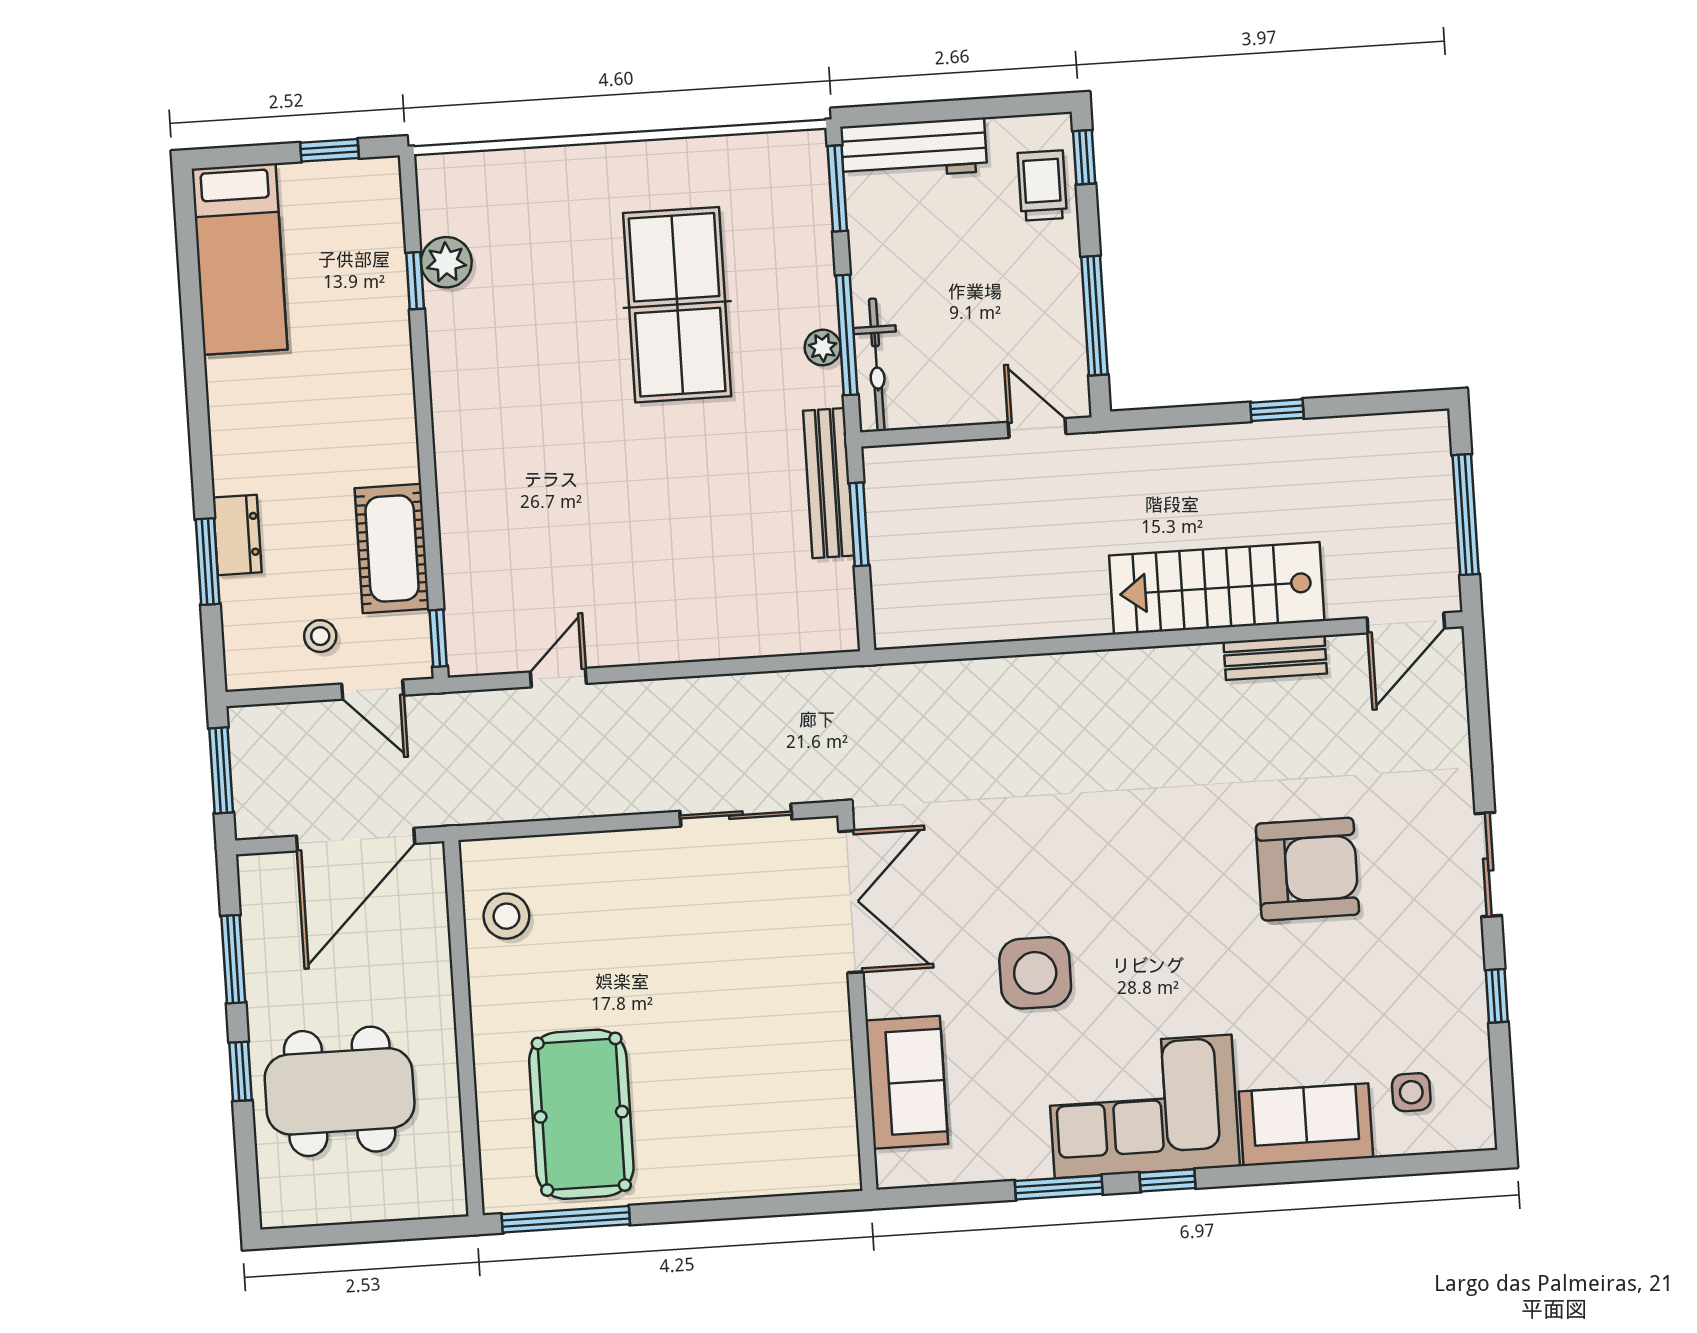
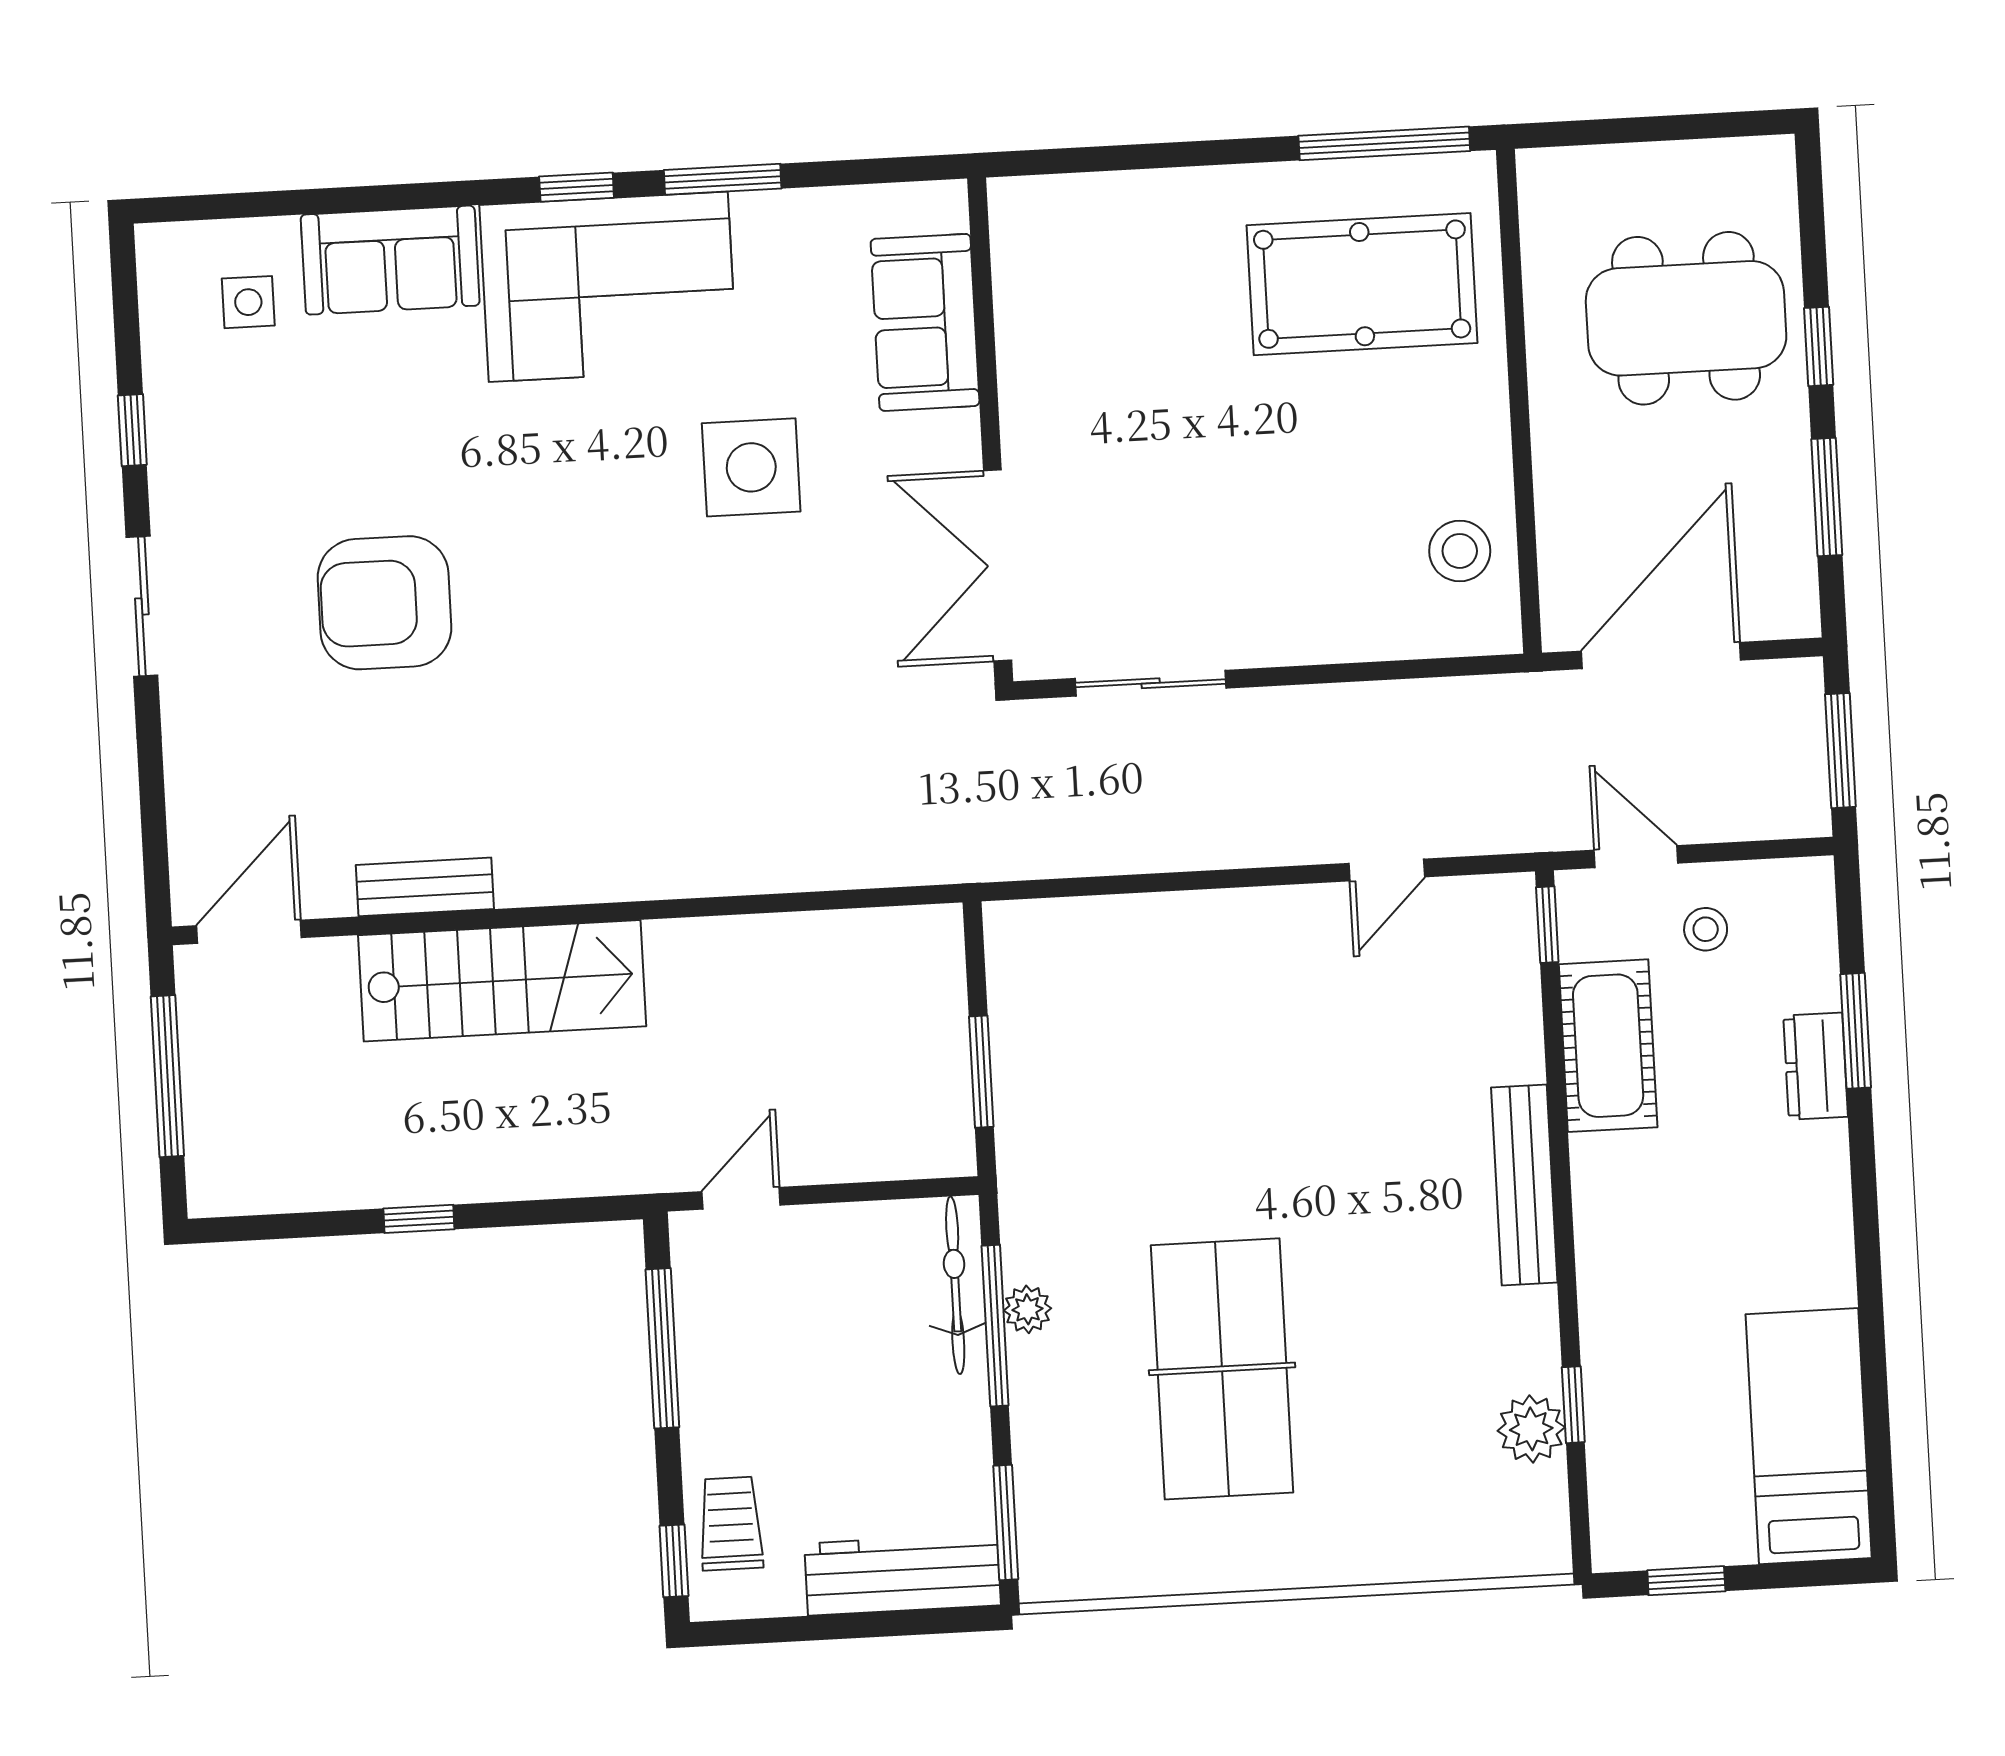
trolley: (1042, 186) -> (731, 1524), turned 180
door: (1037, 428) -> (741, 1198), swing flipped
bench: (829, 483) -> (1524, 1185), moved
pool table: (581, 1114) -> (1362, 284), turned 90

